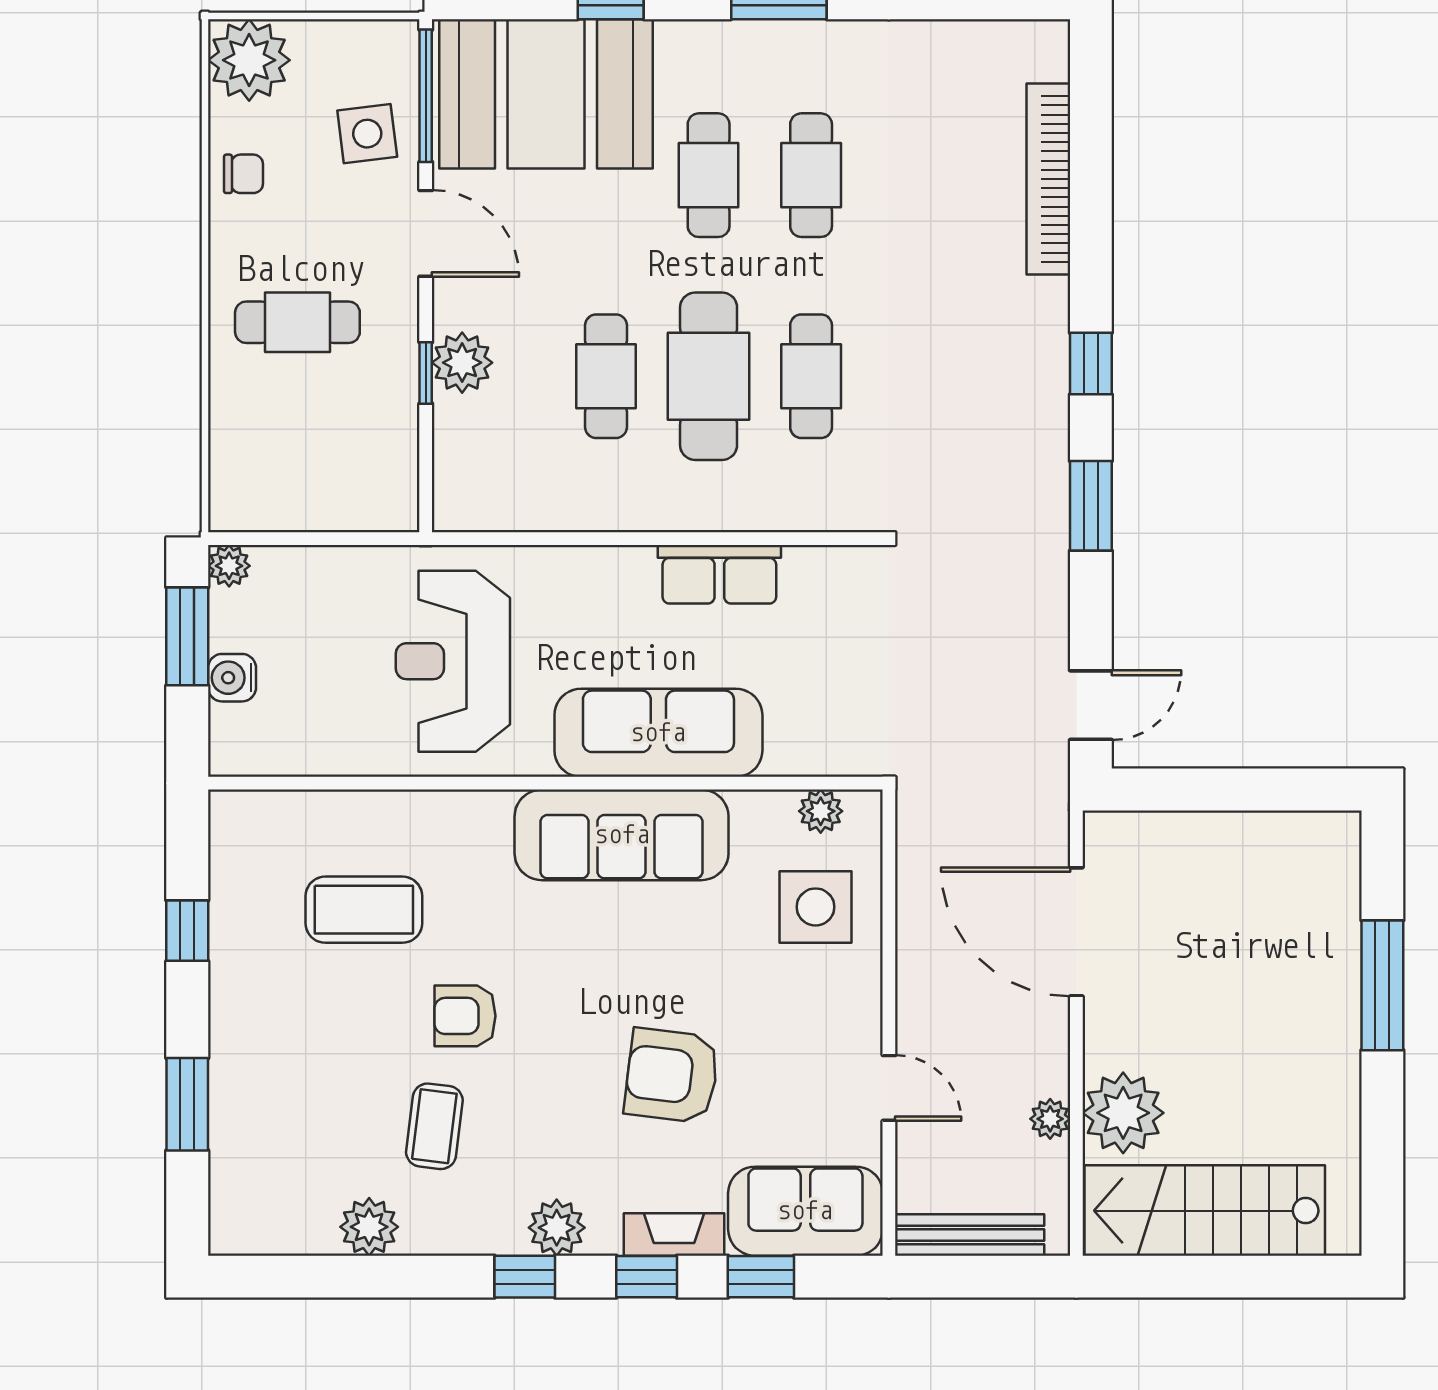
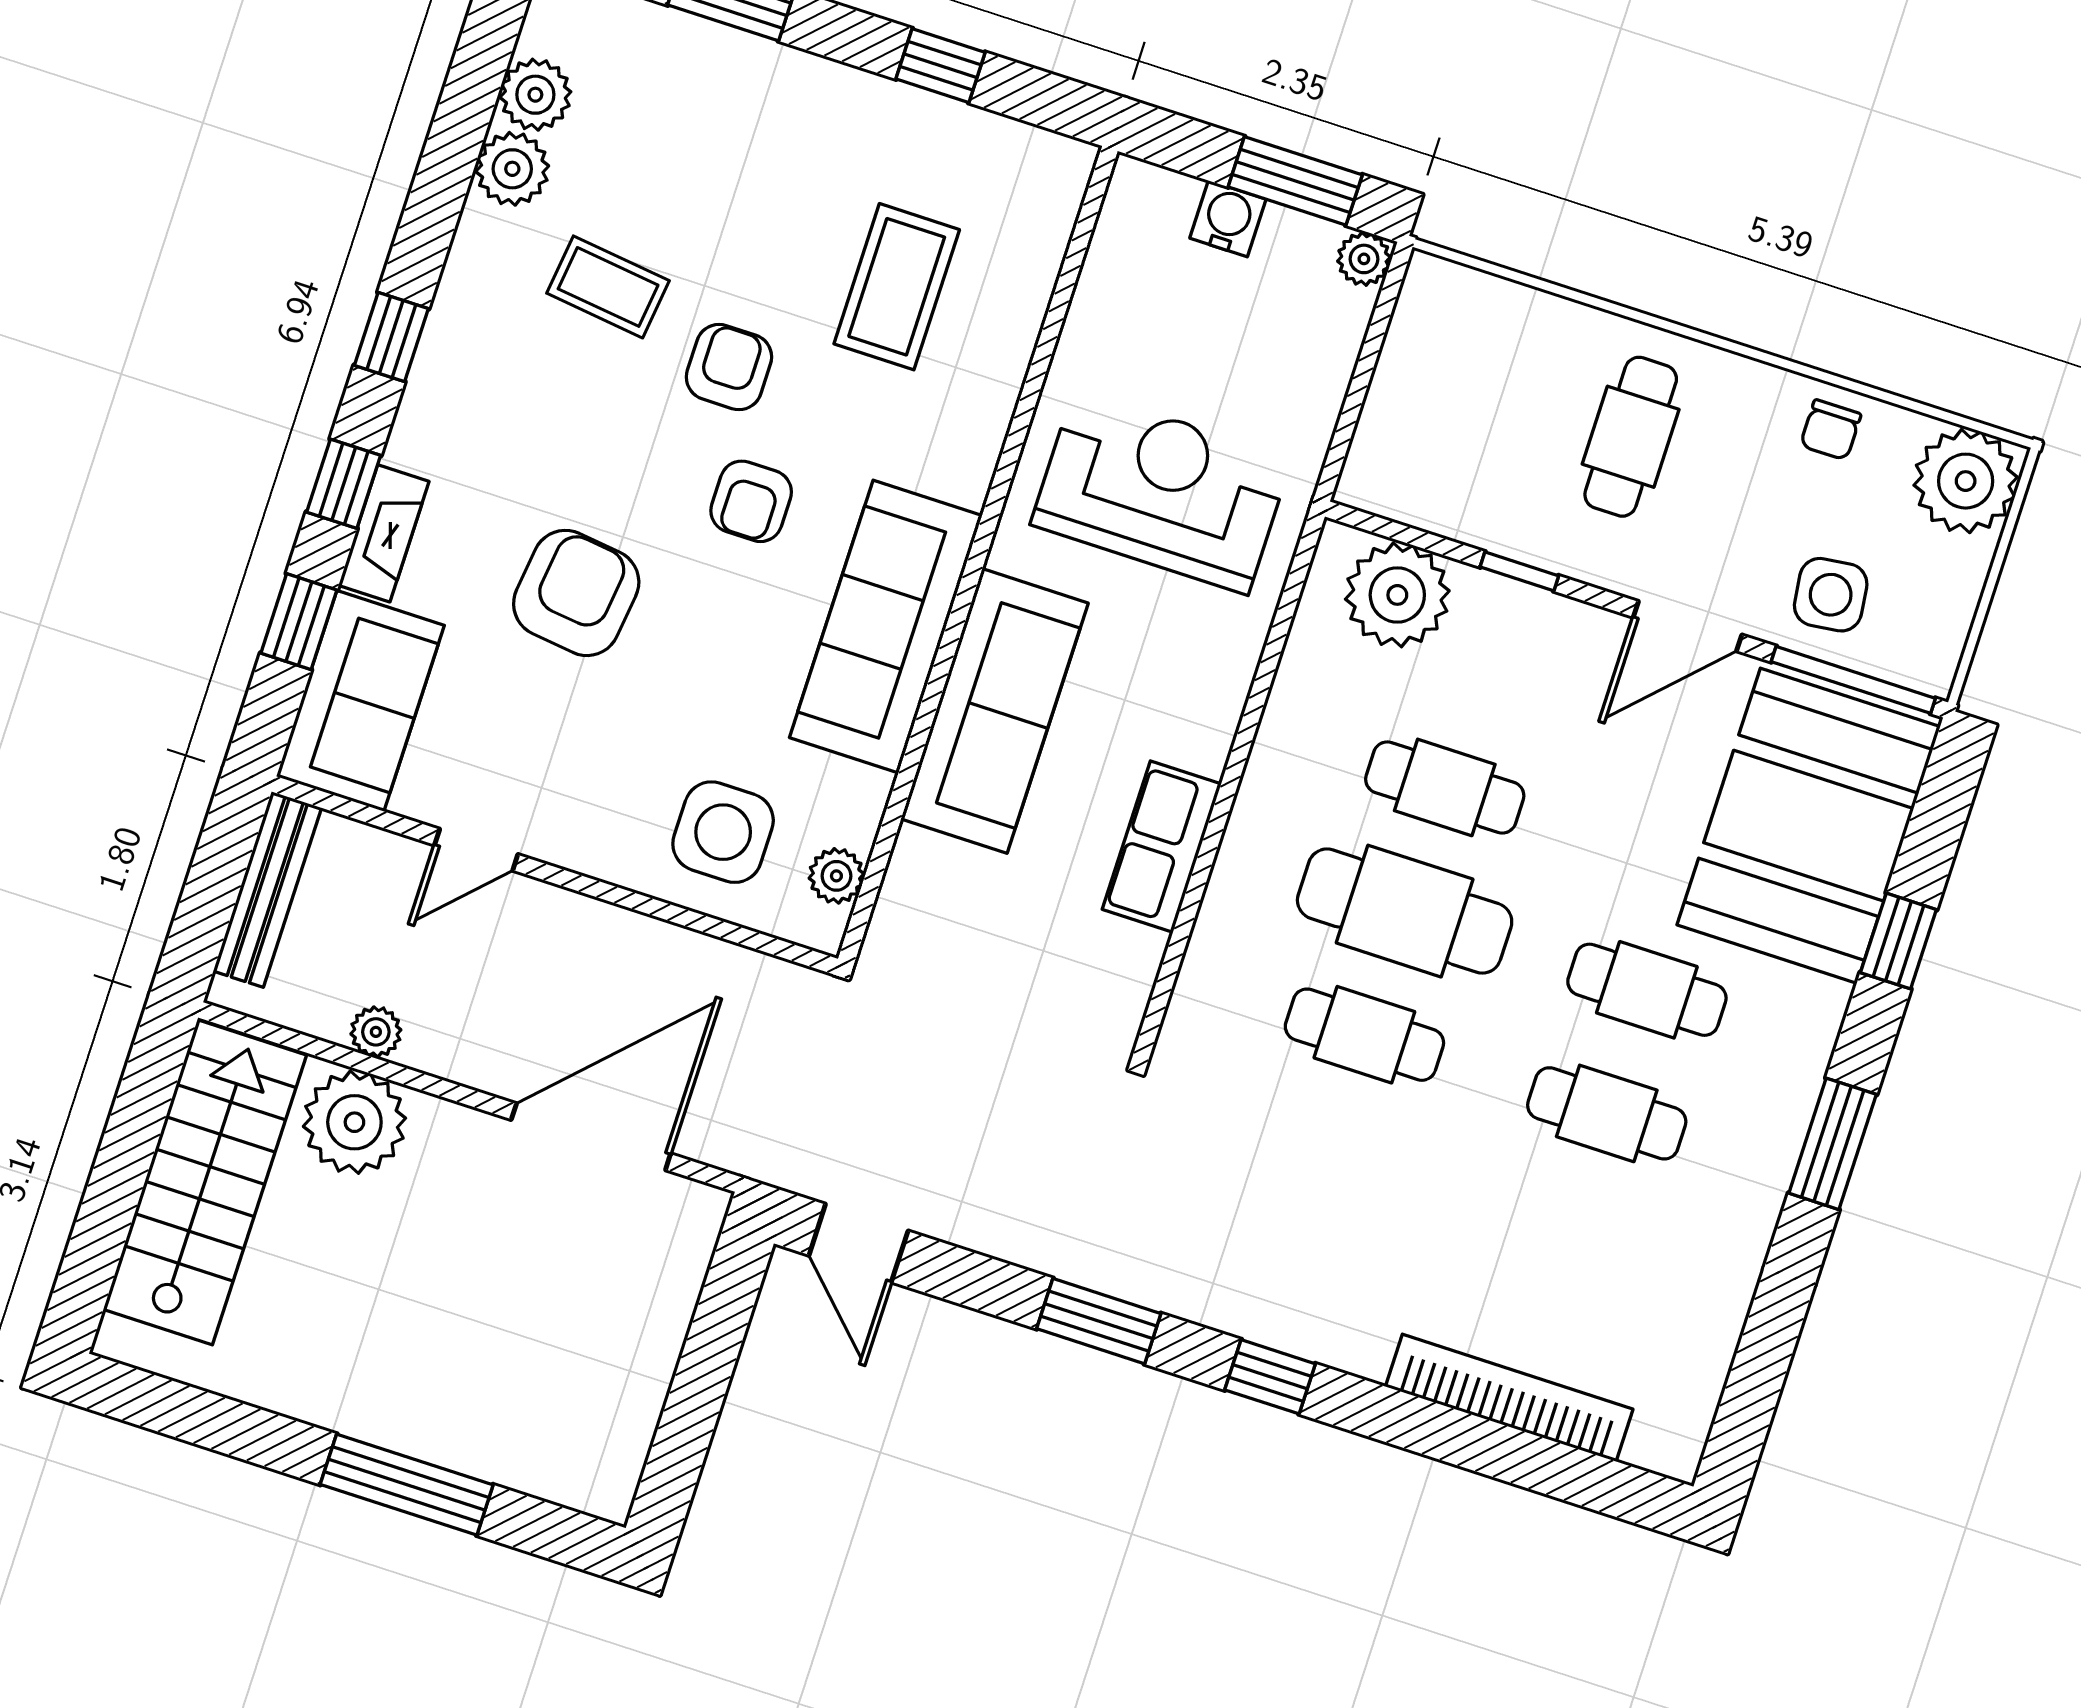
plant: (462, 363) -> (1397, 595), moved, width x1.36, depth x1.36
armchair: (560, 967) -> (751, 501), added
plant: (557, 1228) -> (535, 95), moved

